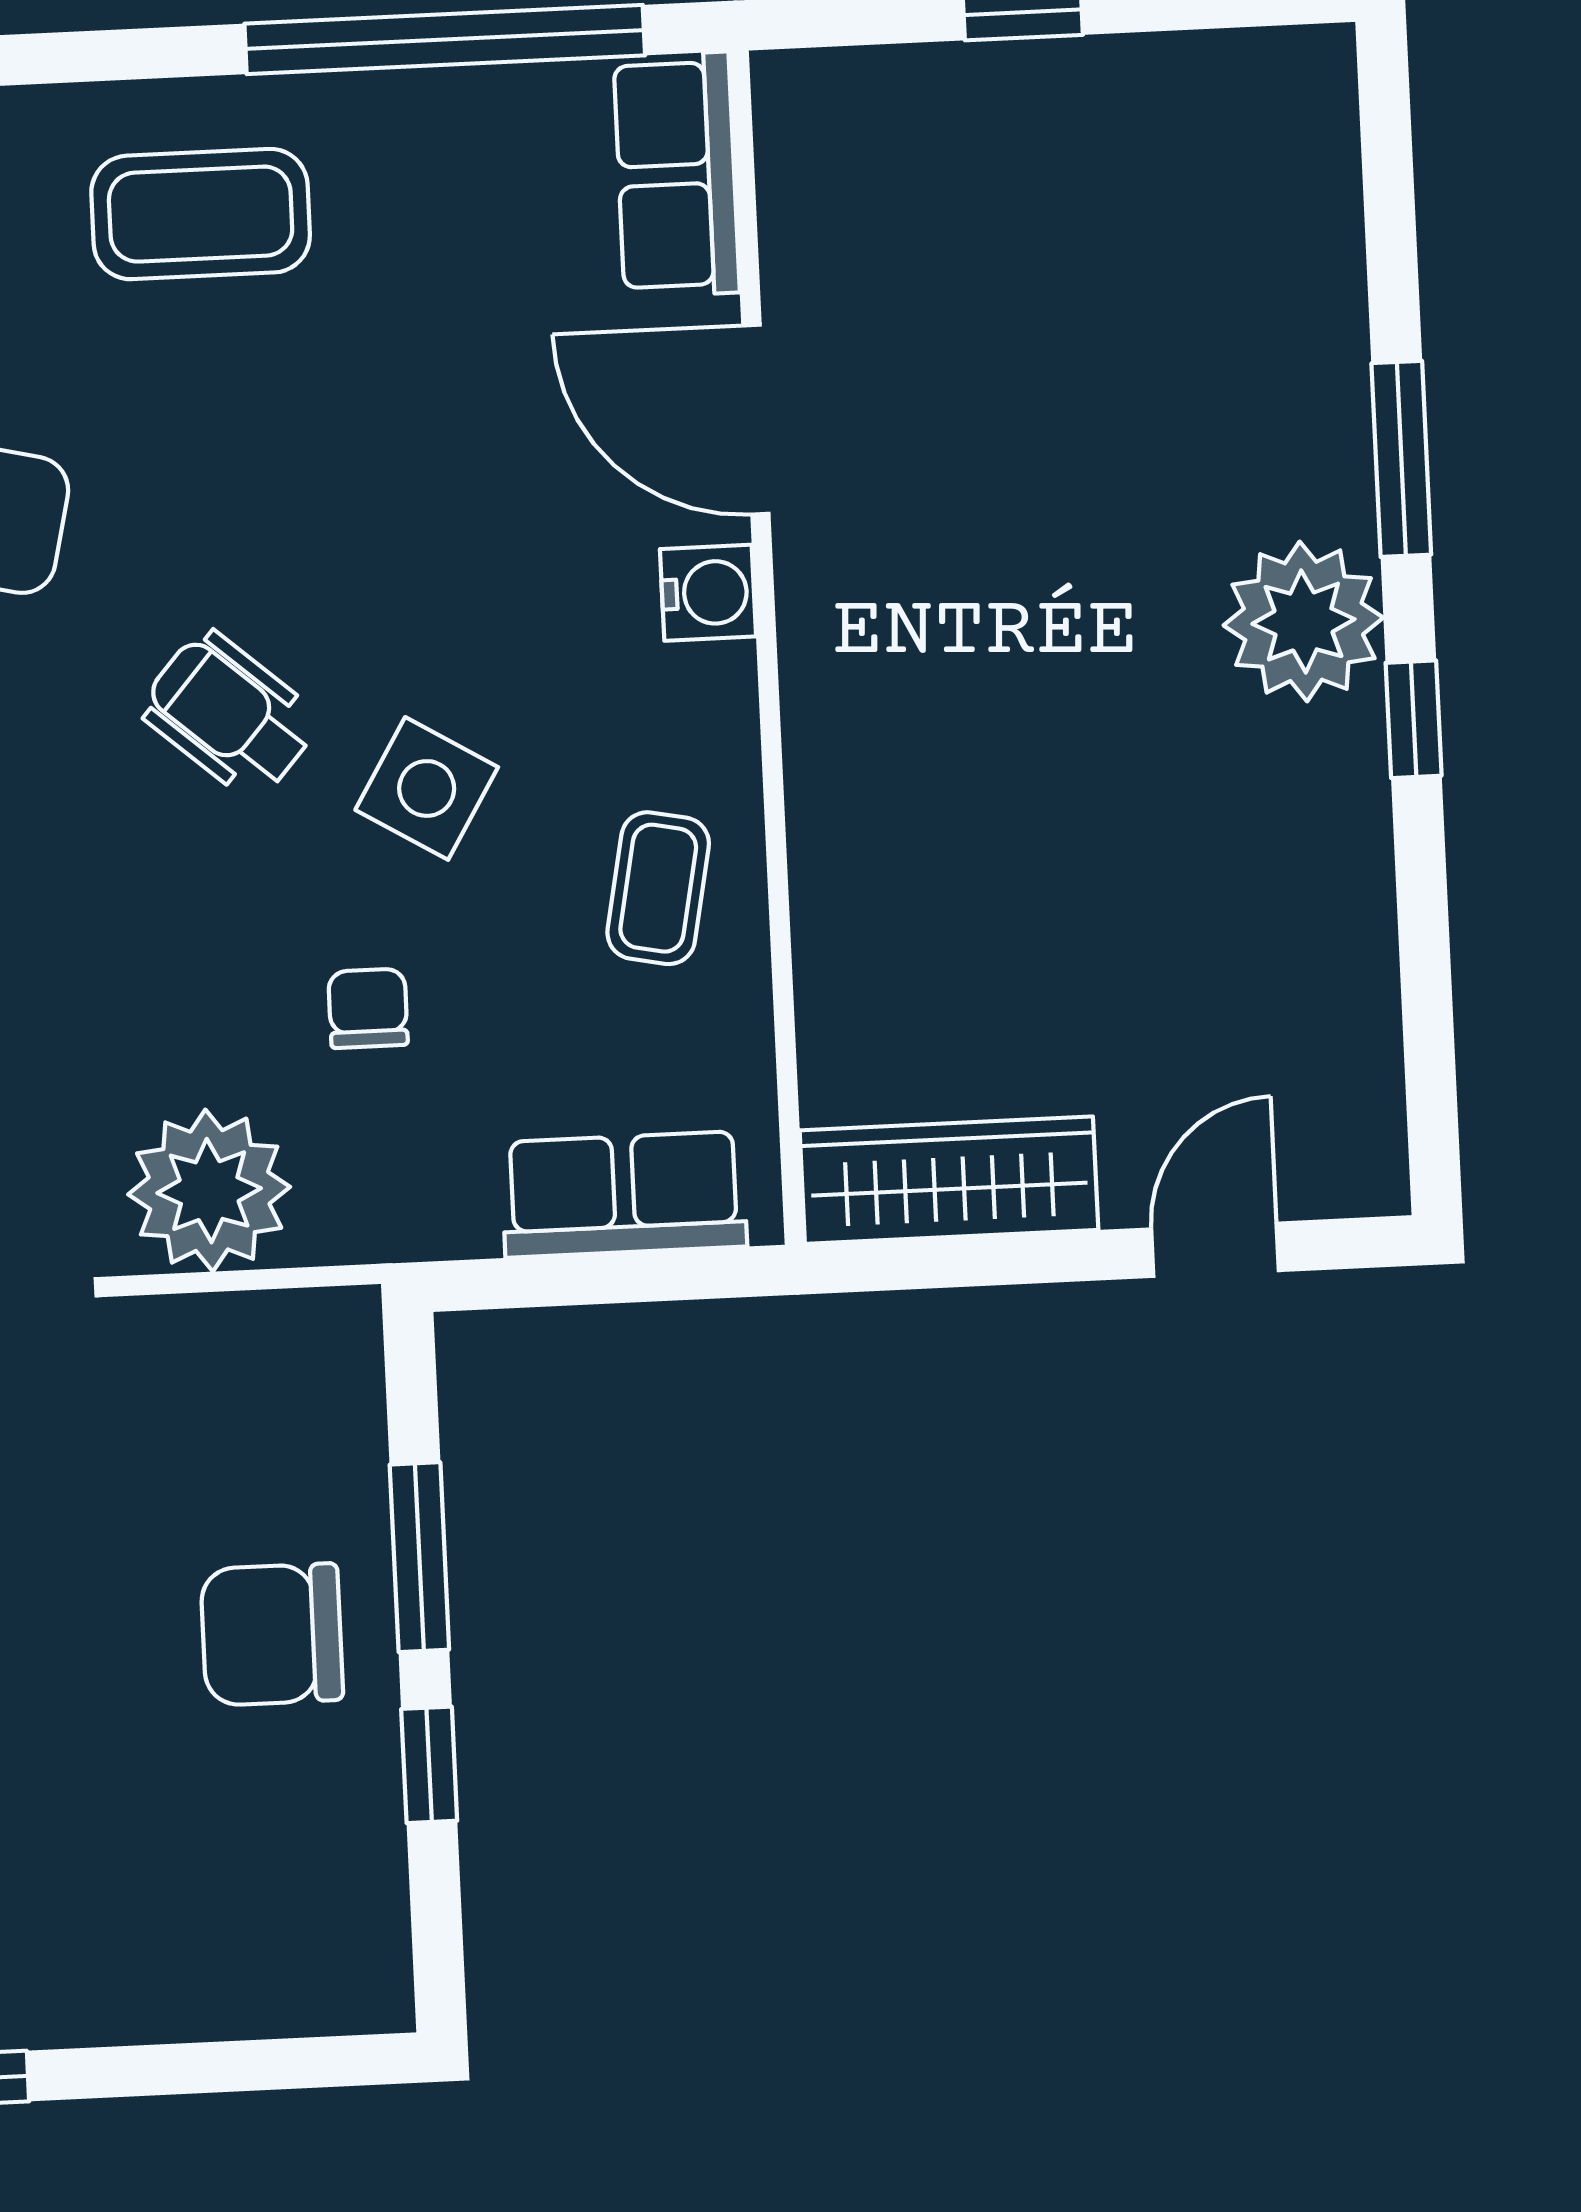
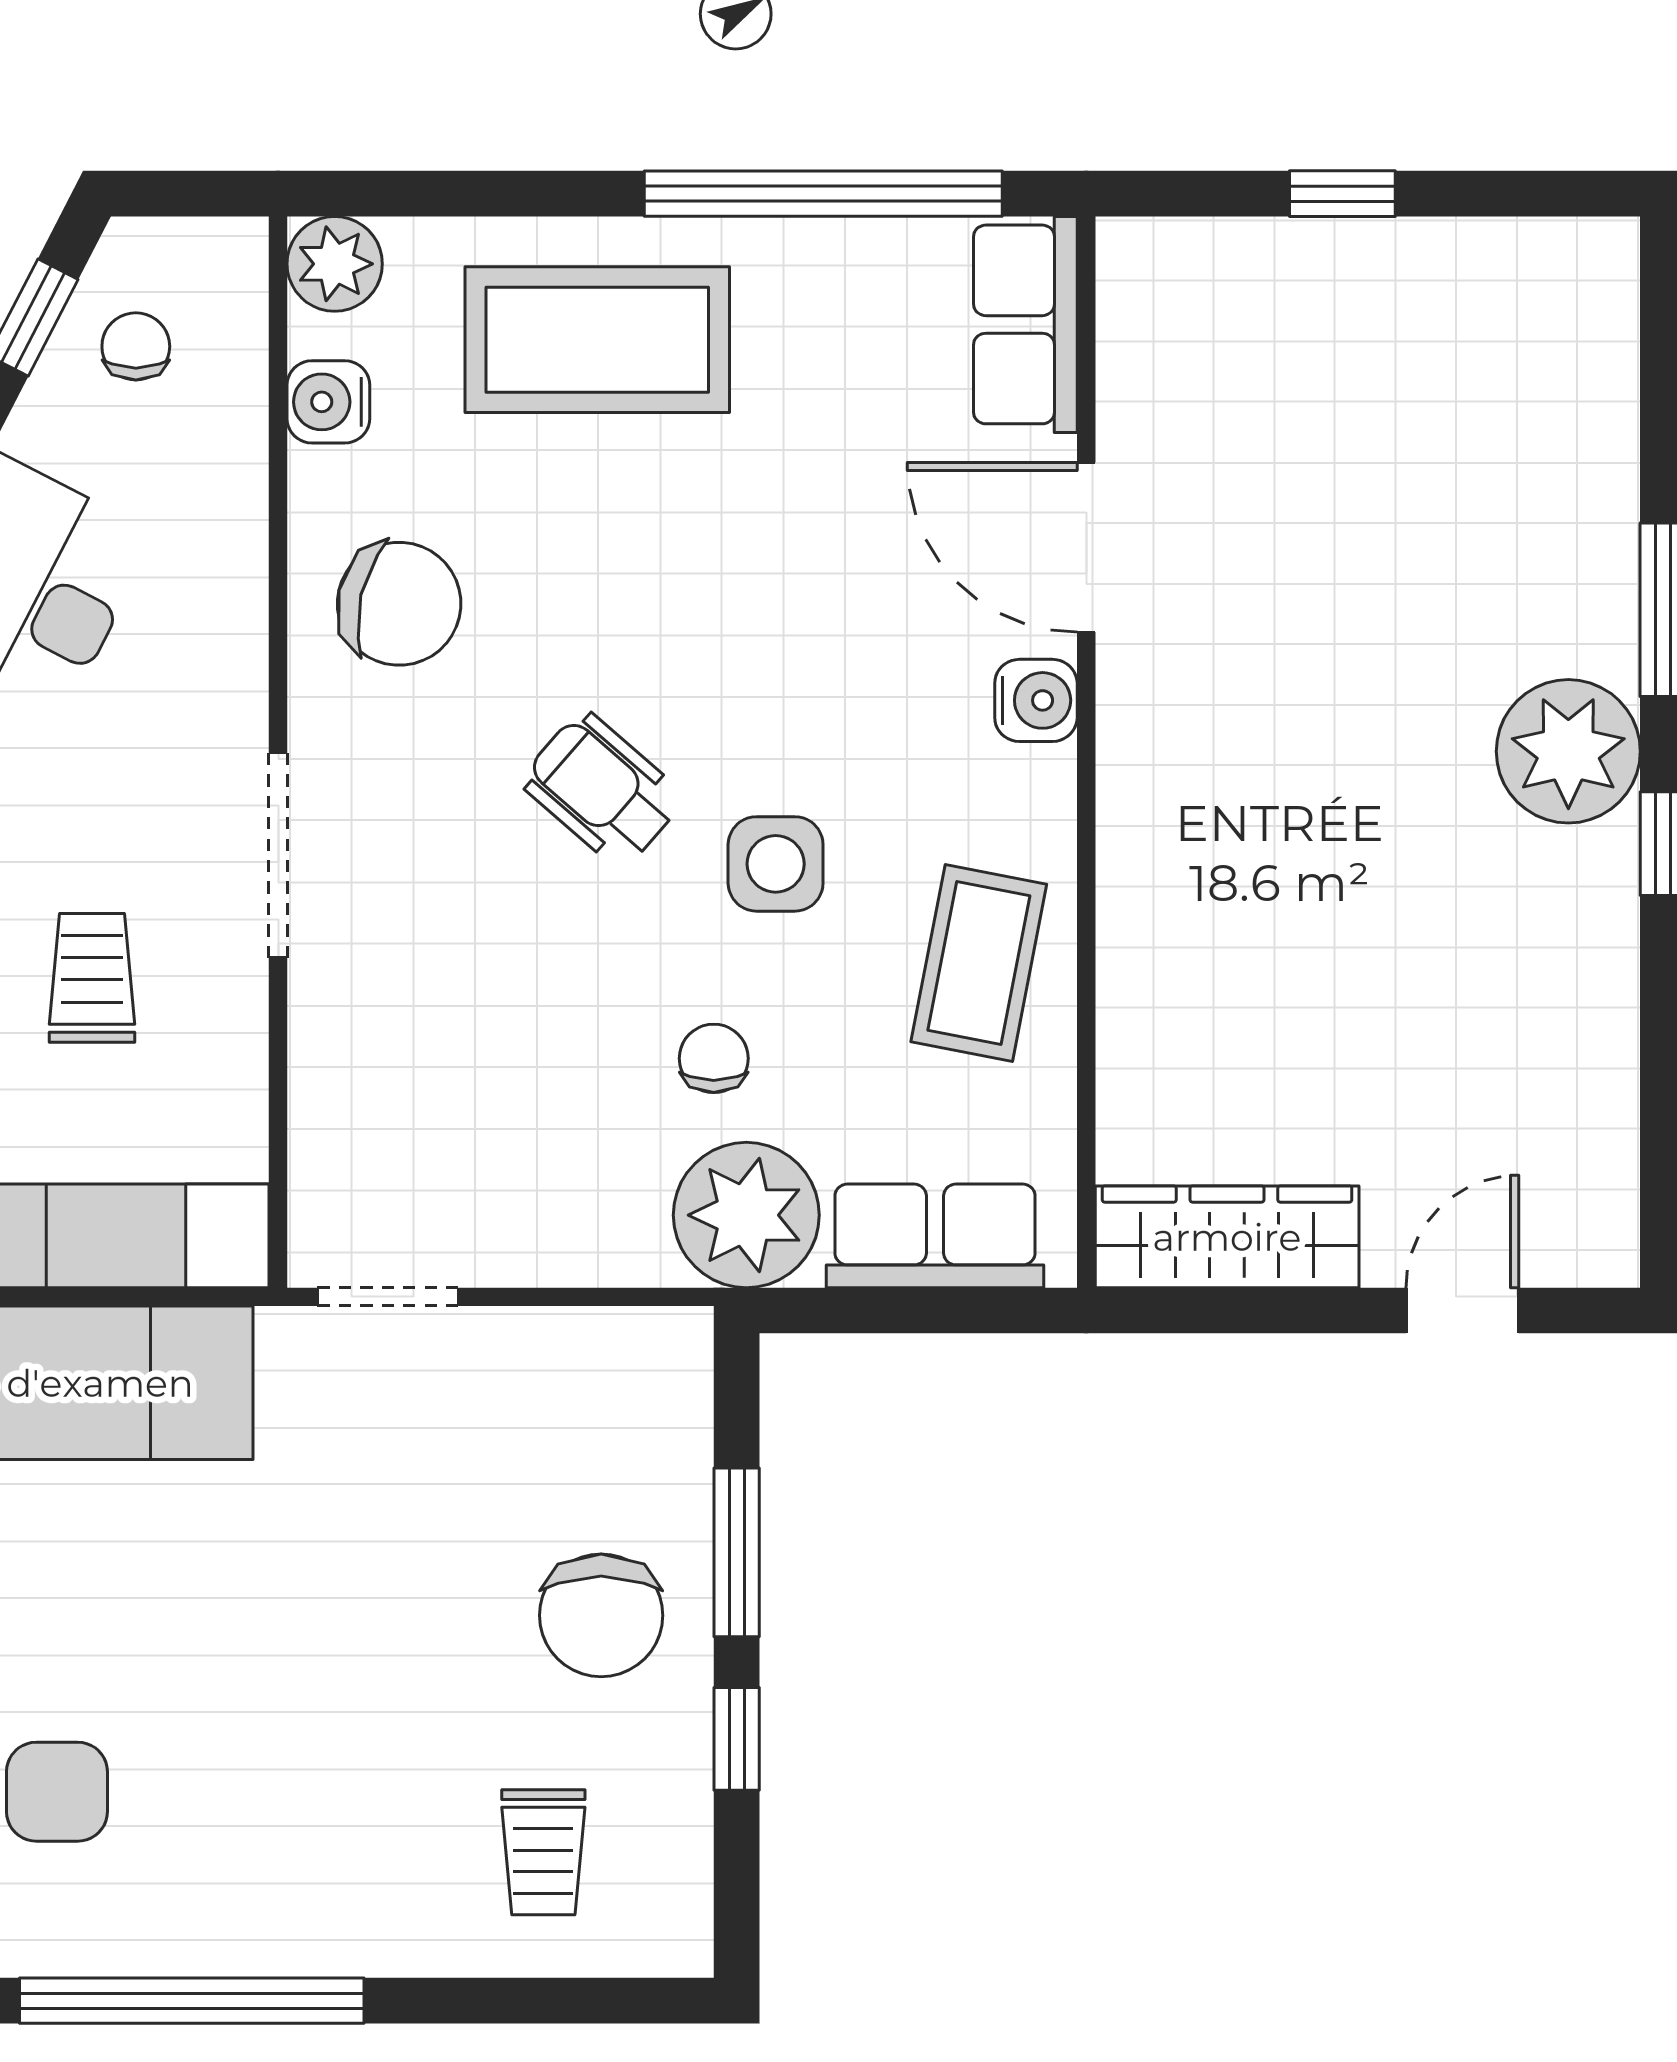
coffee table: (201, 214) -> (597, 340), width x1.36, depth x1.32
side table: (427, 788) -> (776, 864), turned -31
coffee table: (658, 888) -> (979, 963), width x1.36, depth x1.30
plant: (209, 1191) -> (746, 1215), moved
chair: (272, 1635) -> (601, 1615), turned -90
trolley: (220, 1901) -> (543, 1852), added

